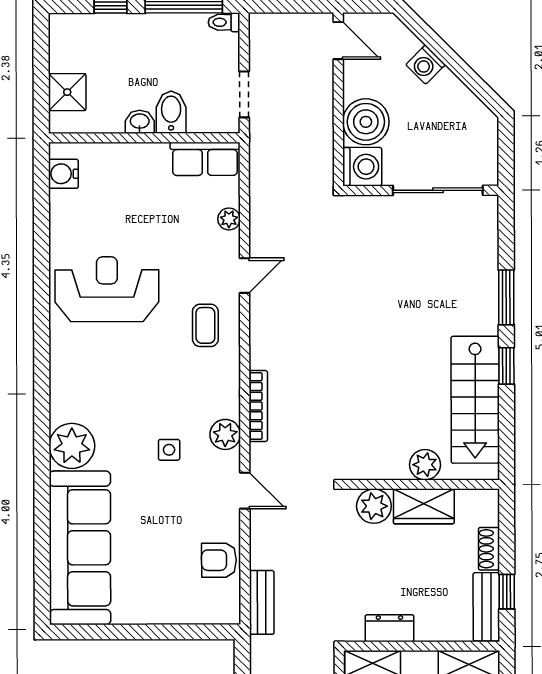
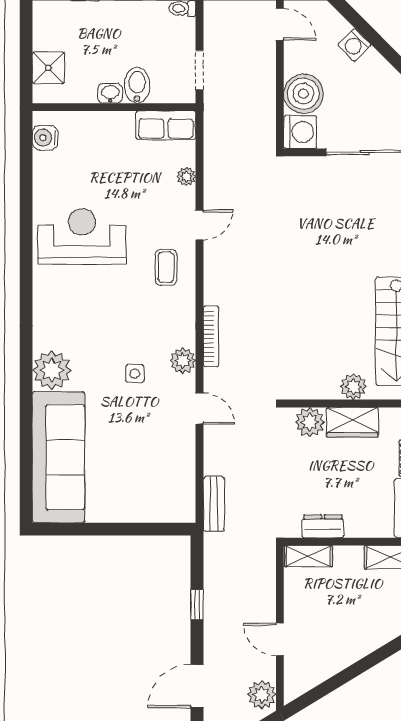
armchair: (219, 560) -> (177, 468), removed

